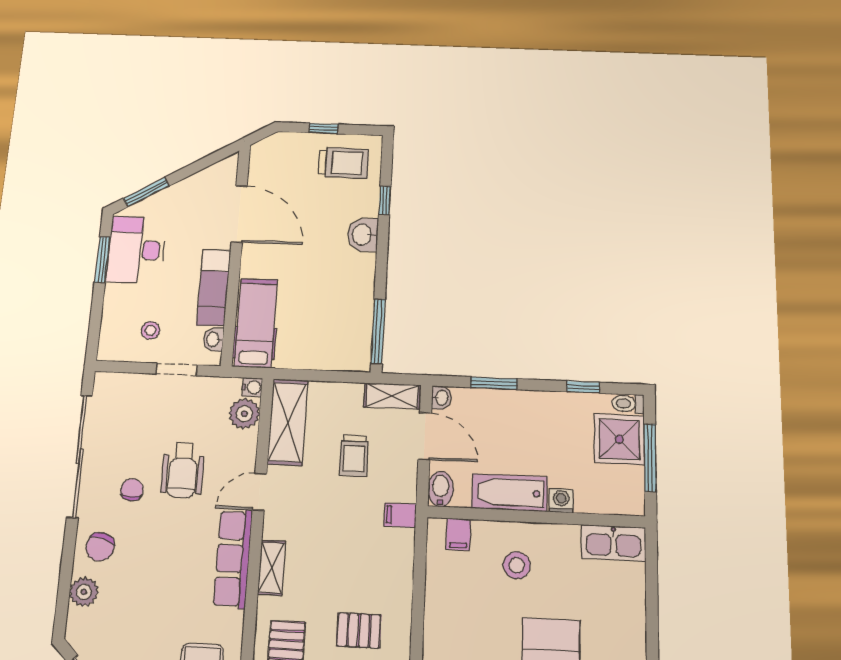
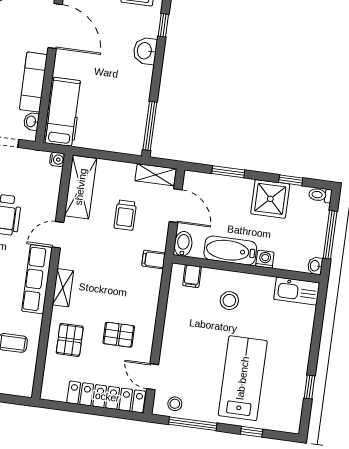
washbasin: (441, 398) -> (315, 266), moved, turned 180
plant: (244, 414) -> (50, 178), removed
shower: (619, 439) -> (270, 199), moved

